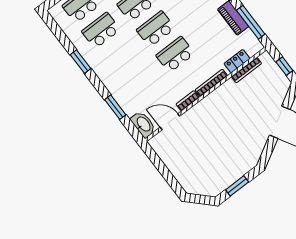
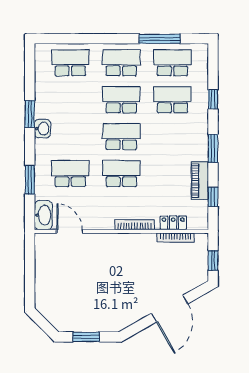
window: (251, 22) -> (213, 197), width x0.46
school desk: (101, 30) -> (70, 174), moved
washbasin: (97, 65) -> (42, 129), added
bookcase: (188, 101) -> (100, 225), removed

